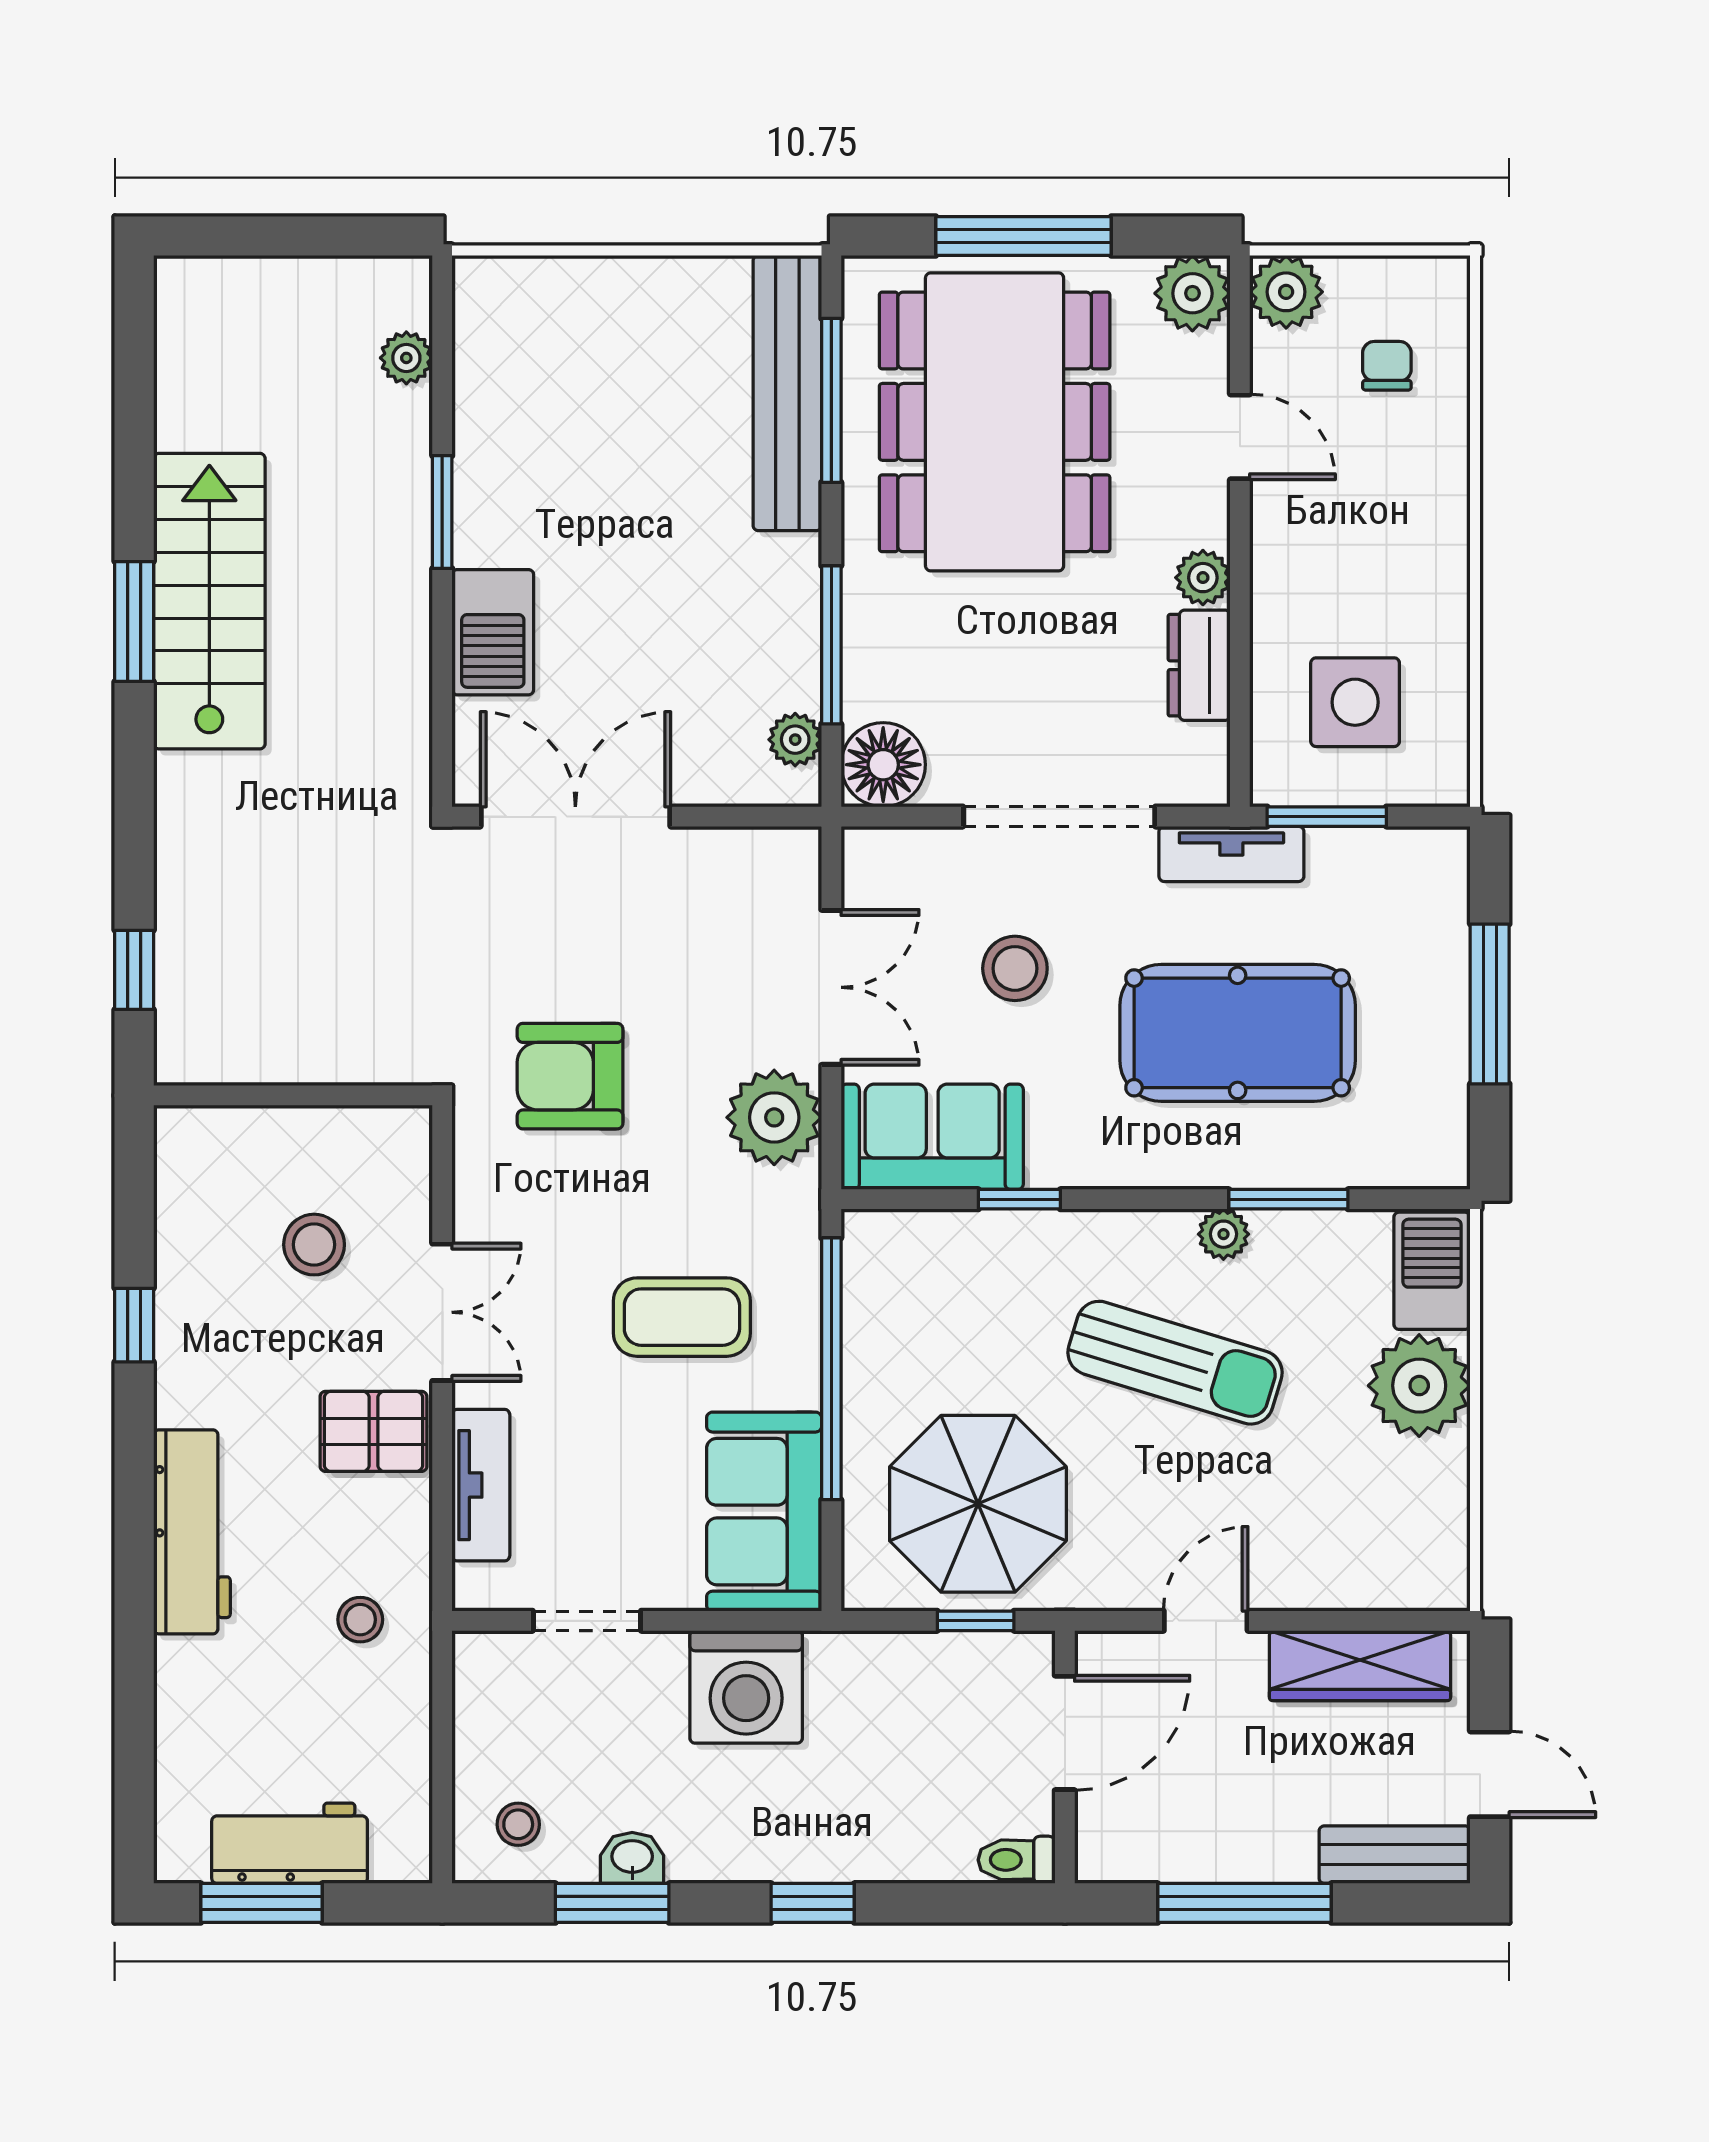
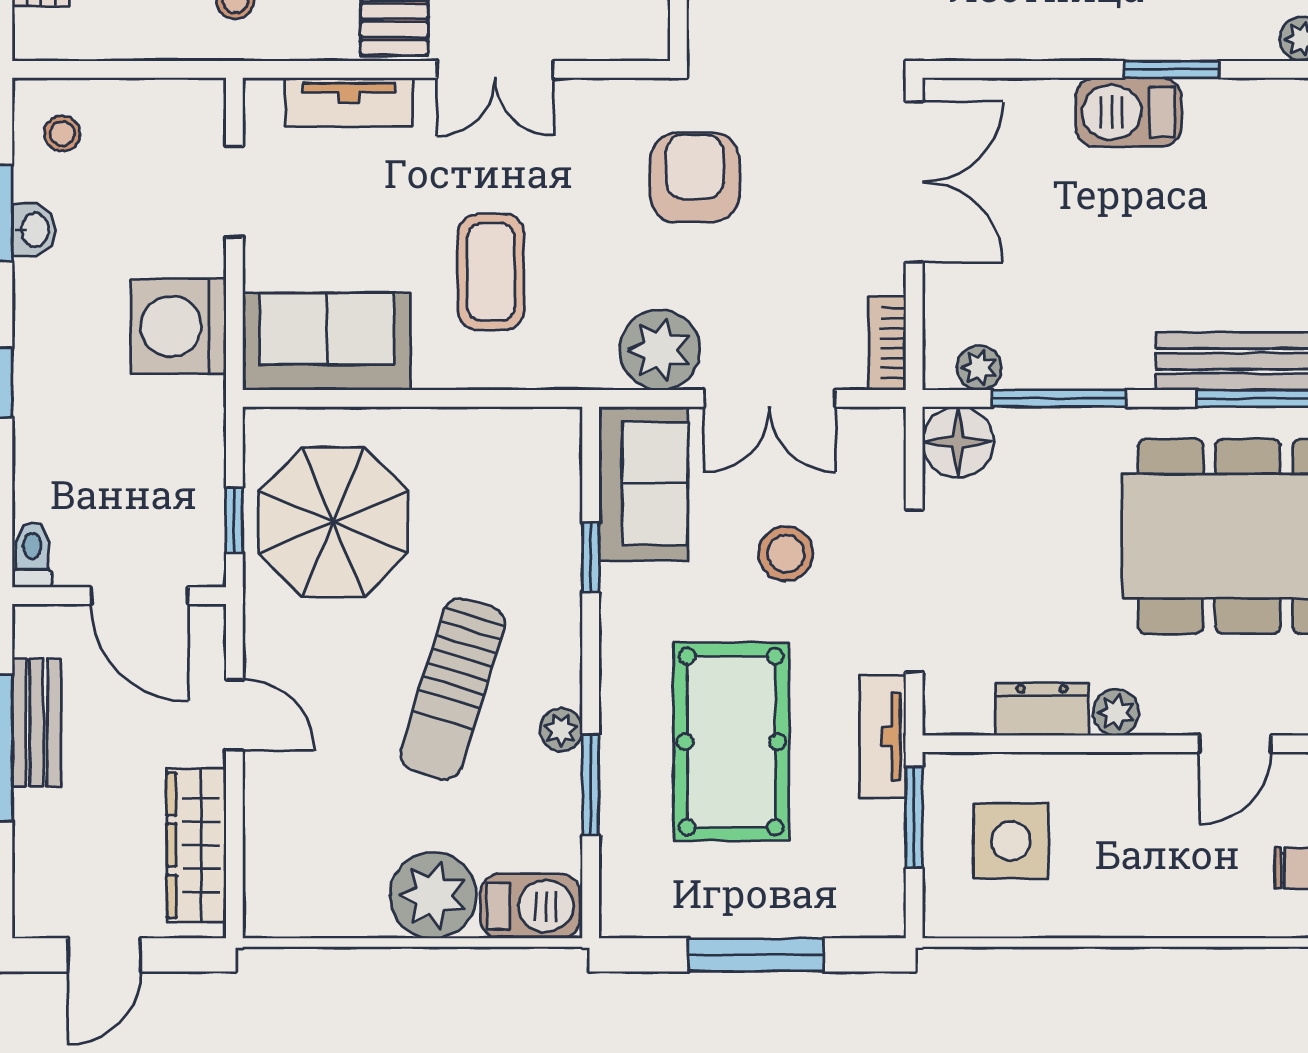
barbecue: (493, 632) -> (1128, 112), moved
bookcase: (766, 848) -> (887, 343), added
window: (831, 1369) -> (447, 398), removed
bench: (1395, 1855) -> (37, 722), moved

